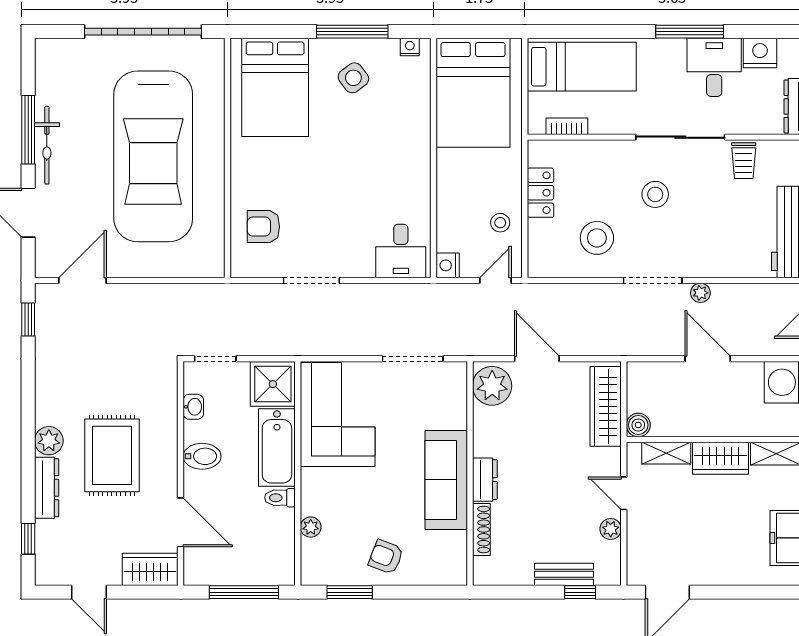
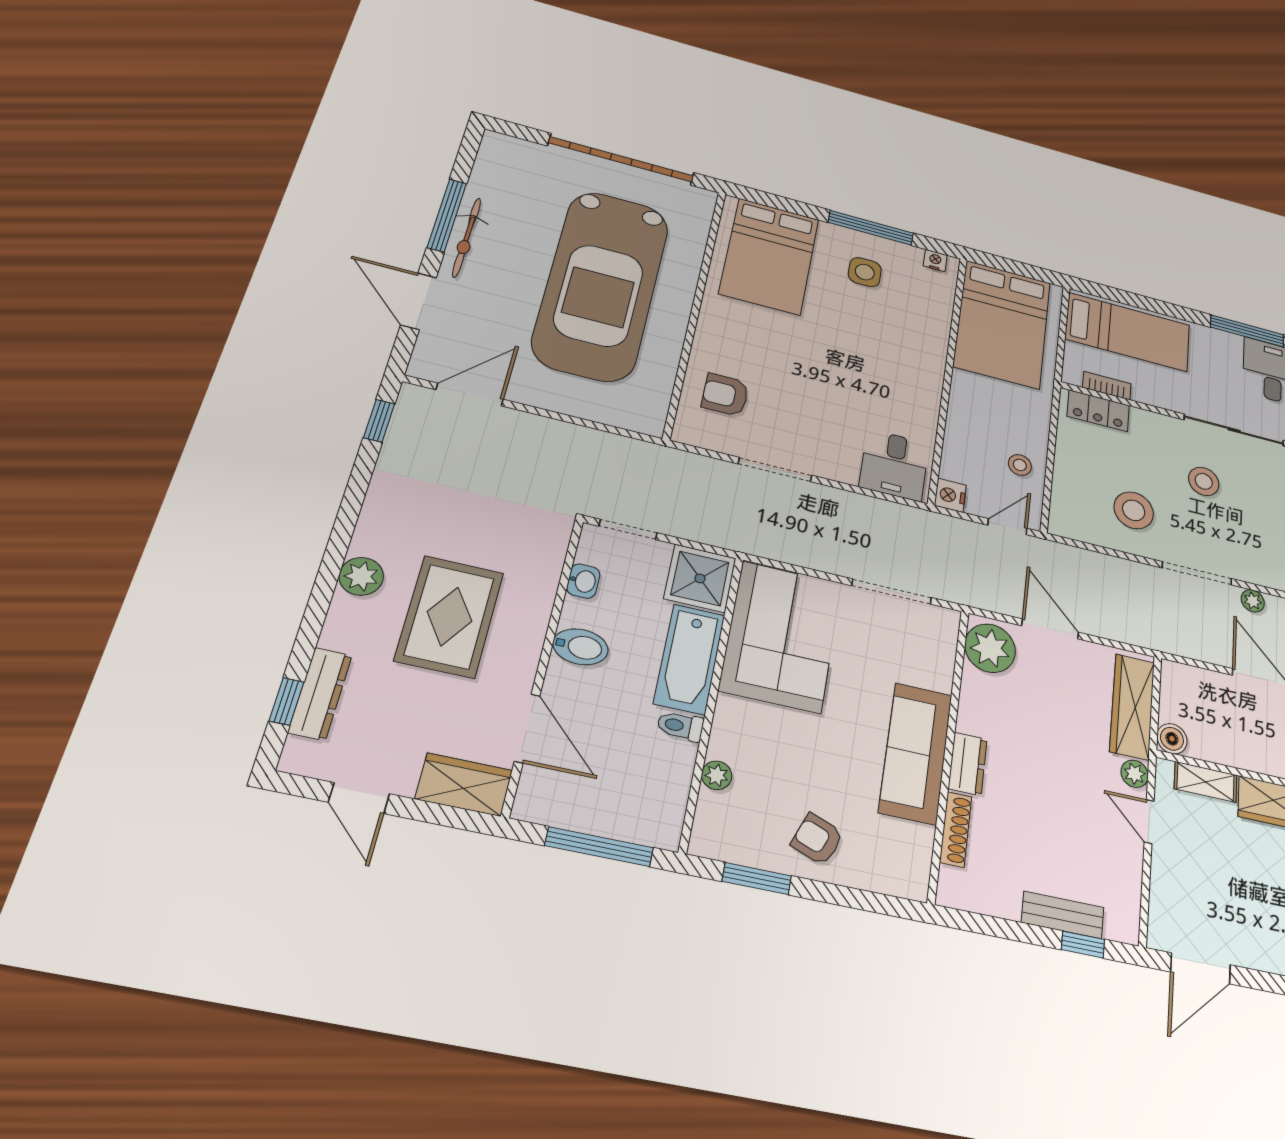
side table: (353, 78) -> (865, 272), turned 37
locker: (540, 193) -> (1098, 411), moved, turned 90
dresser: (47, 488) -> (320, 694), moved
plant: (611, 529) -> (1135, 774), moved

